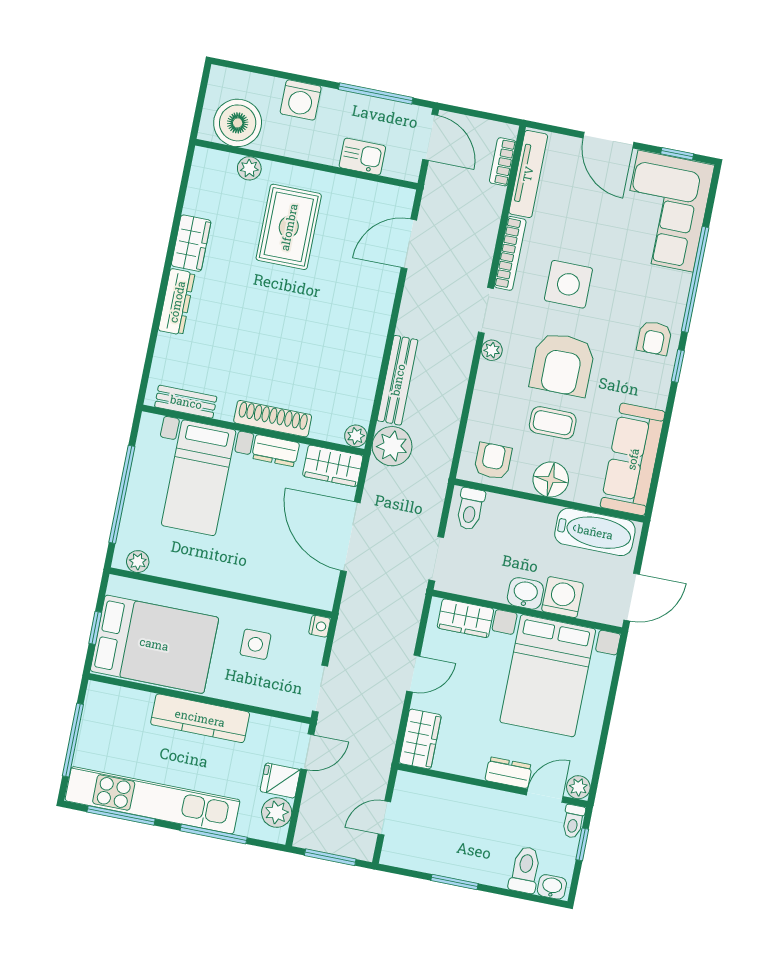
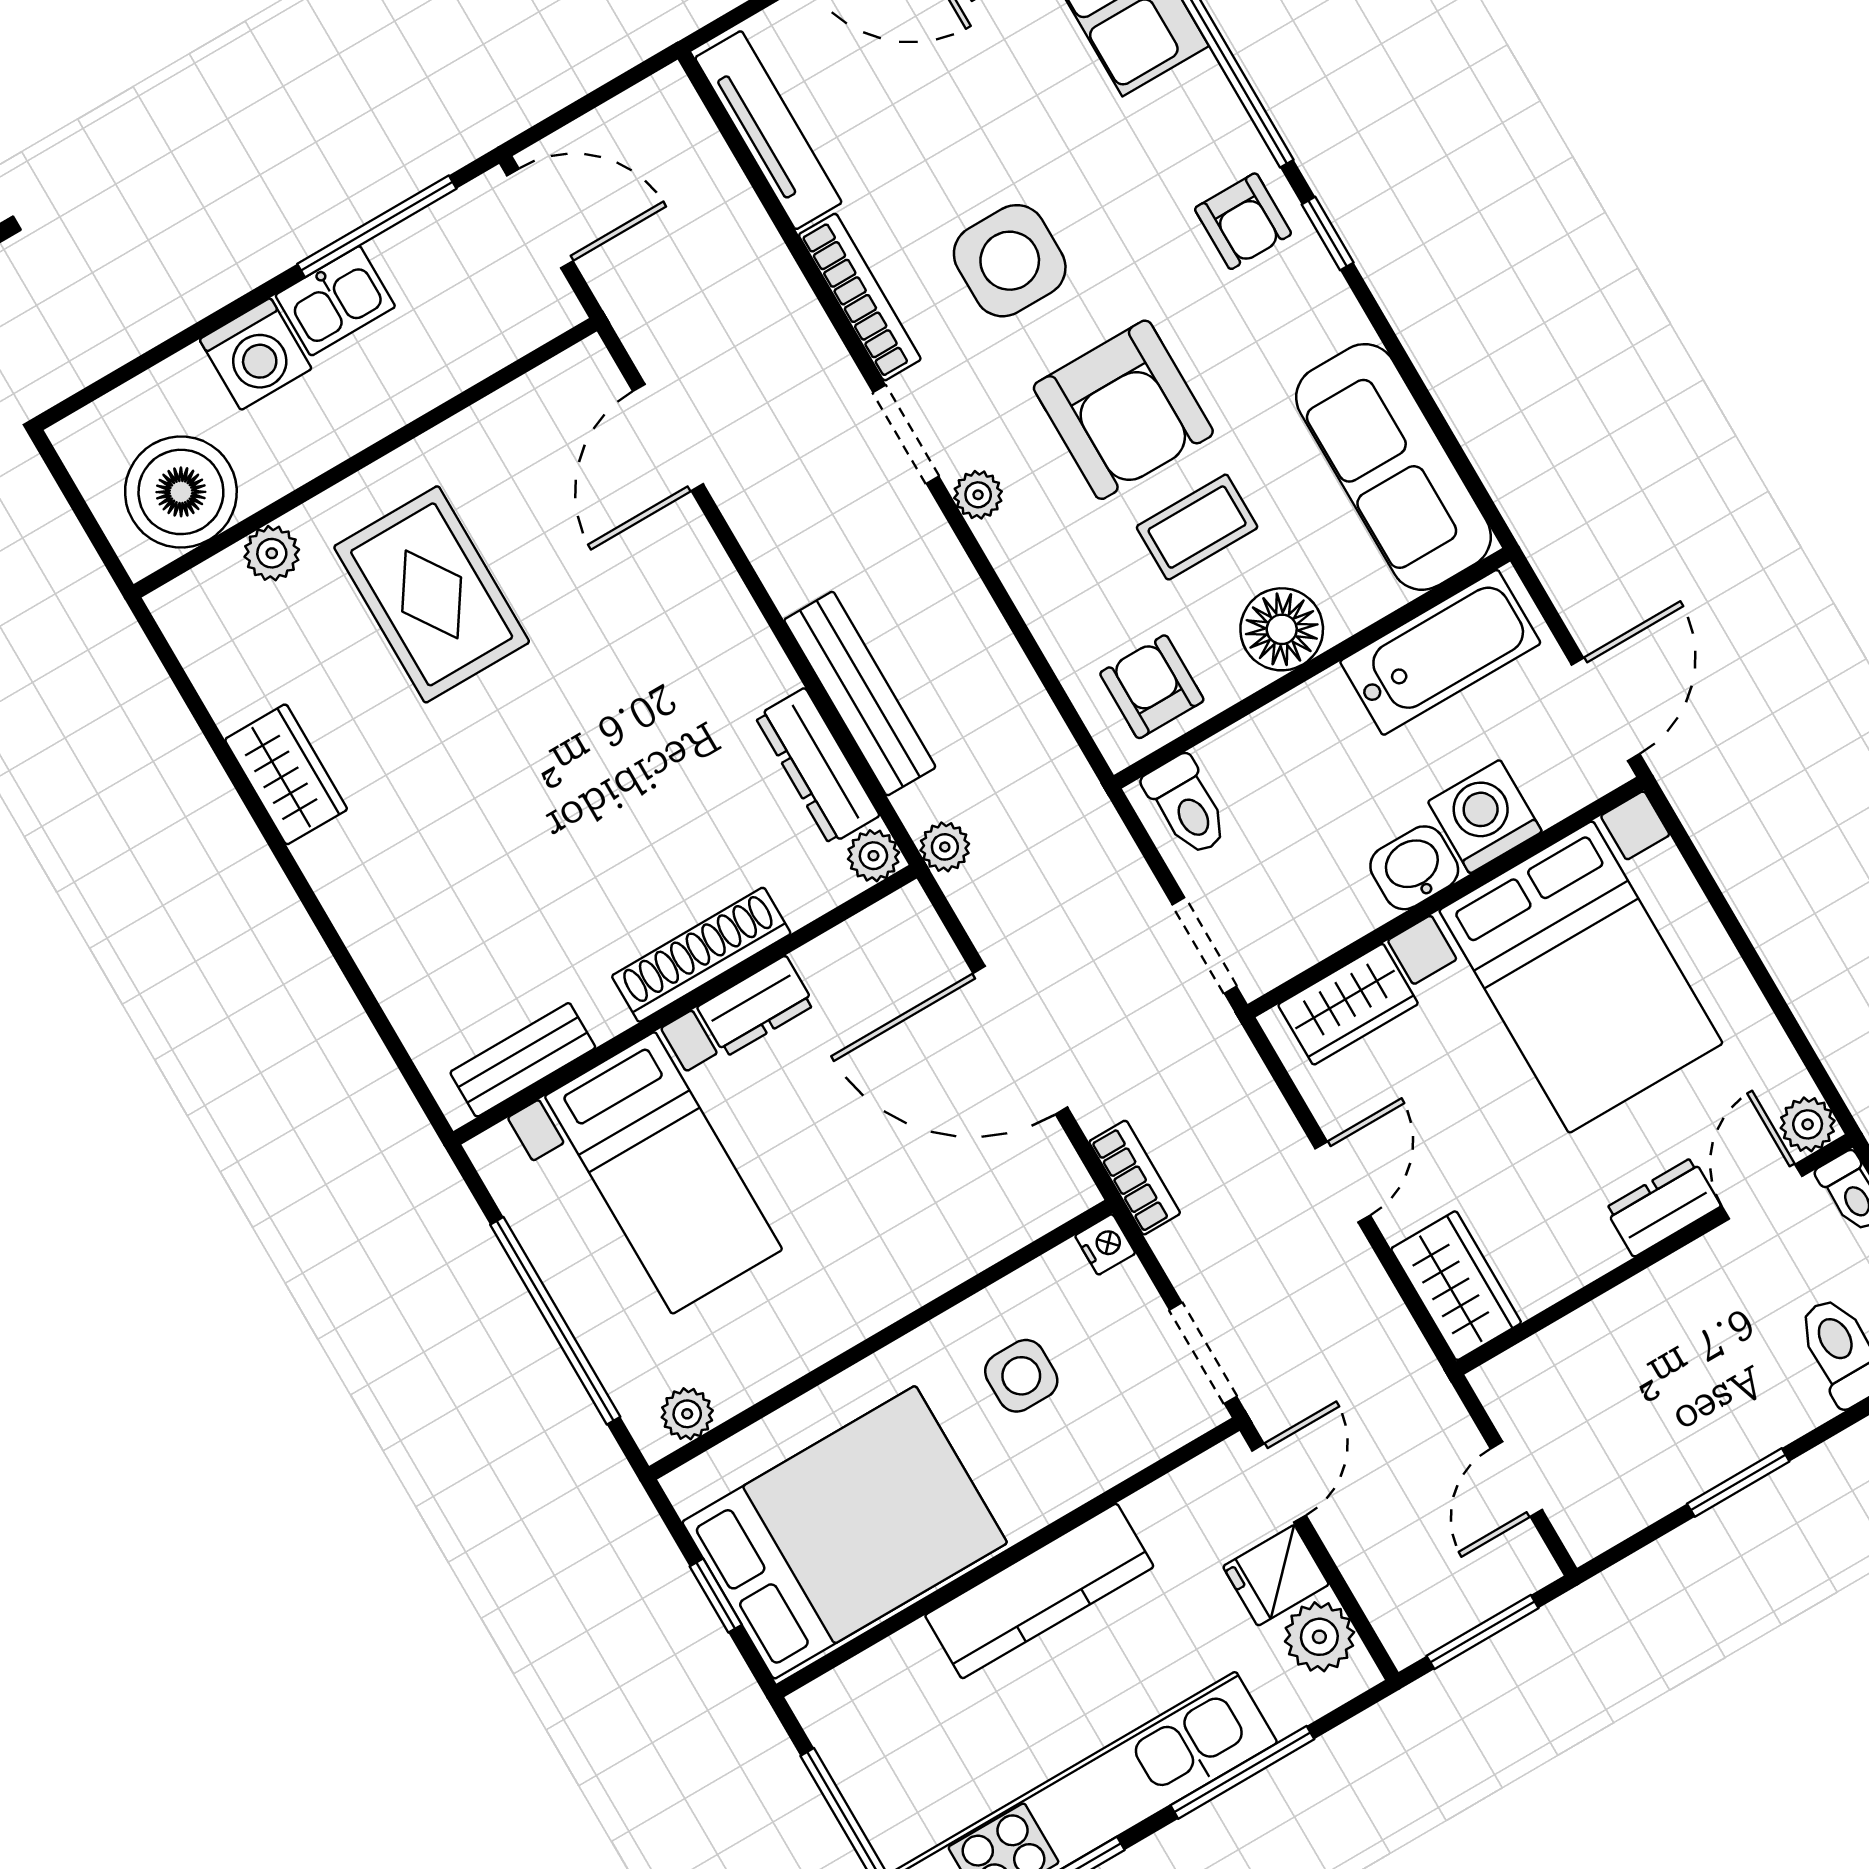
kitchen sink: (362, 157) -> (335, 301), moved, turned 180
bookcase: (503, 162) -> (1135, 1178), moved, turned 180
dresser: (177, 302) -> (817, 766), moved, turned 180
plant: (392, 446) -> (945, 847), width x0.53, depth x0.53
wardrobe: (333, 466) -> (880, 944), removed

